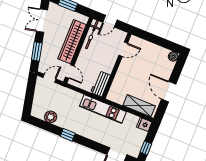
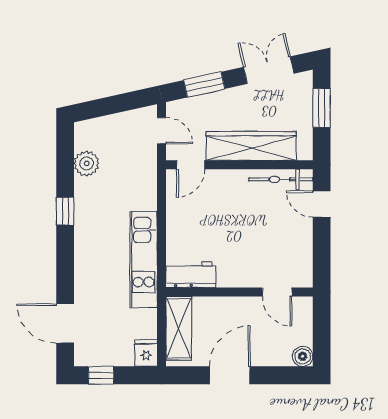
door: (123, 49) -> (277, 292), moved
wall: (117, 66) -> (239, 292), moved
workbench: (100, 84) -> (191, 275), moved

